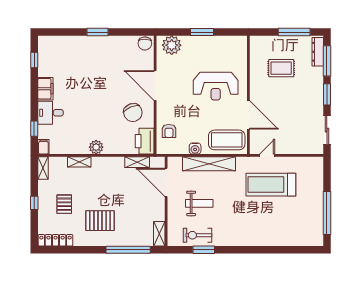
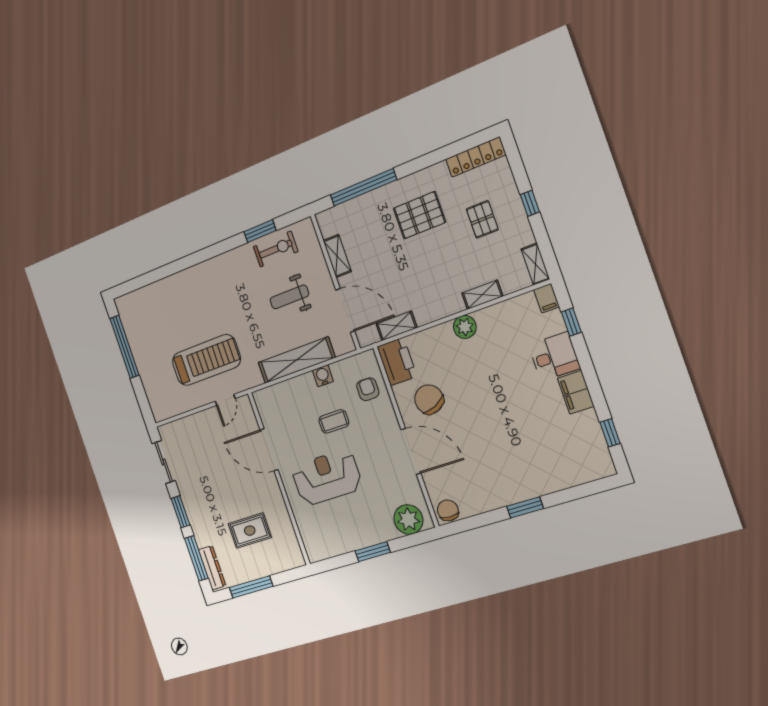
coffee table: (227, 140) -> (334, 421), moved, width x0.54, depth x0.58
shelving: (159, 234) -> (337, 256), moved

